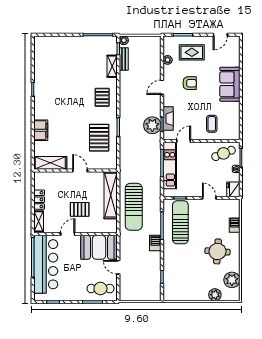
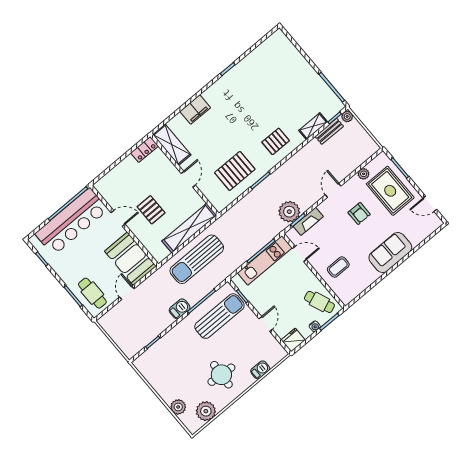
rug: (192, 52) -> (390, 191), width x1.36, depth x1.43
door: (162, 87) -> (333, 190), hinge flipped
locker: (39, 200) -> (145, 149), moved
shelving: (39, 221) -> (107, 180), removed

